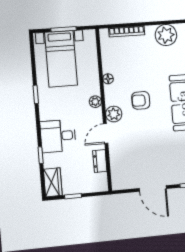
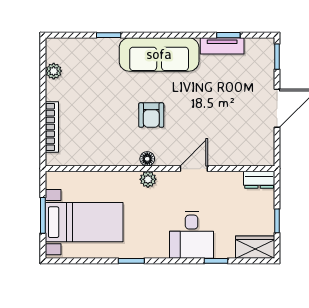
plant: (166, 35) -> (54, 71), width x0.53, depth x0.53
floor lamp: (108, 79) -> (147, 159), moved
plant: (114, 114) -> (167, 155), removed
door: (106, 134) -> (194, 169), swing flipped
dresser: (100, 161) -> (259, 180), moved

